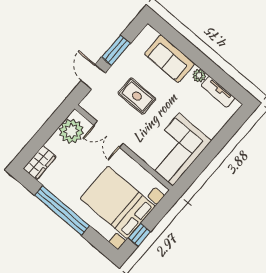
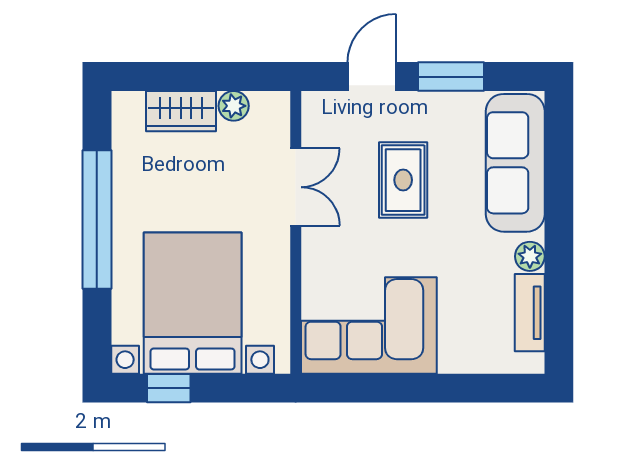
sofa: (170, 59) -> (515, 163), width x1.36
plant: (71, 131) -> (234, 106), width x0.53, depth x0.53
double door: (108, 134) -> (296, 187), swing flipped
wardrobe: (40, 163) -> (181, 111), moved

